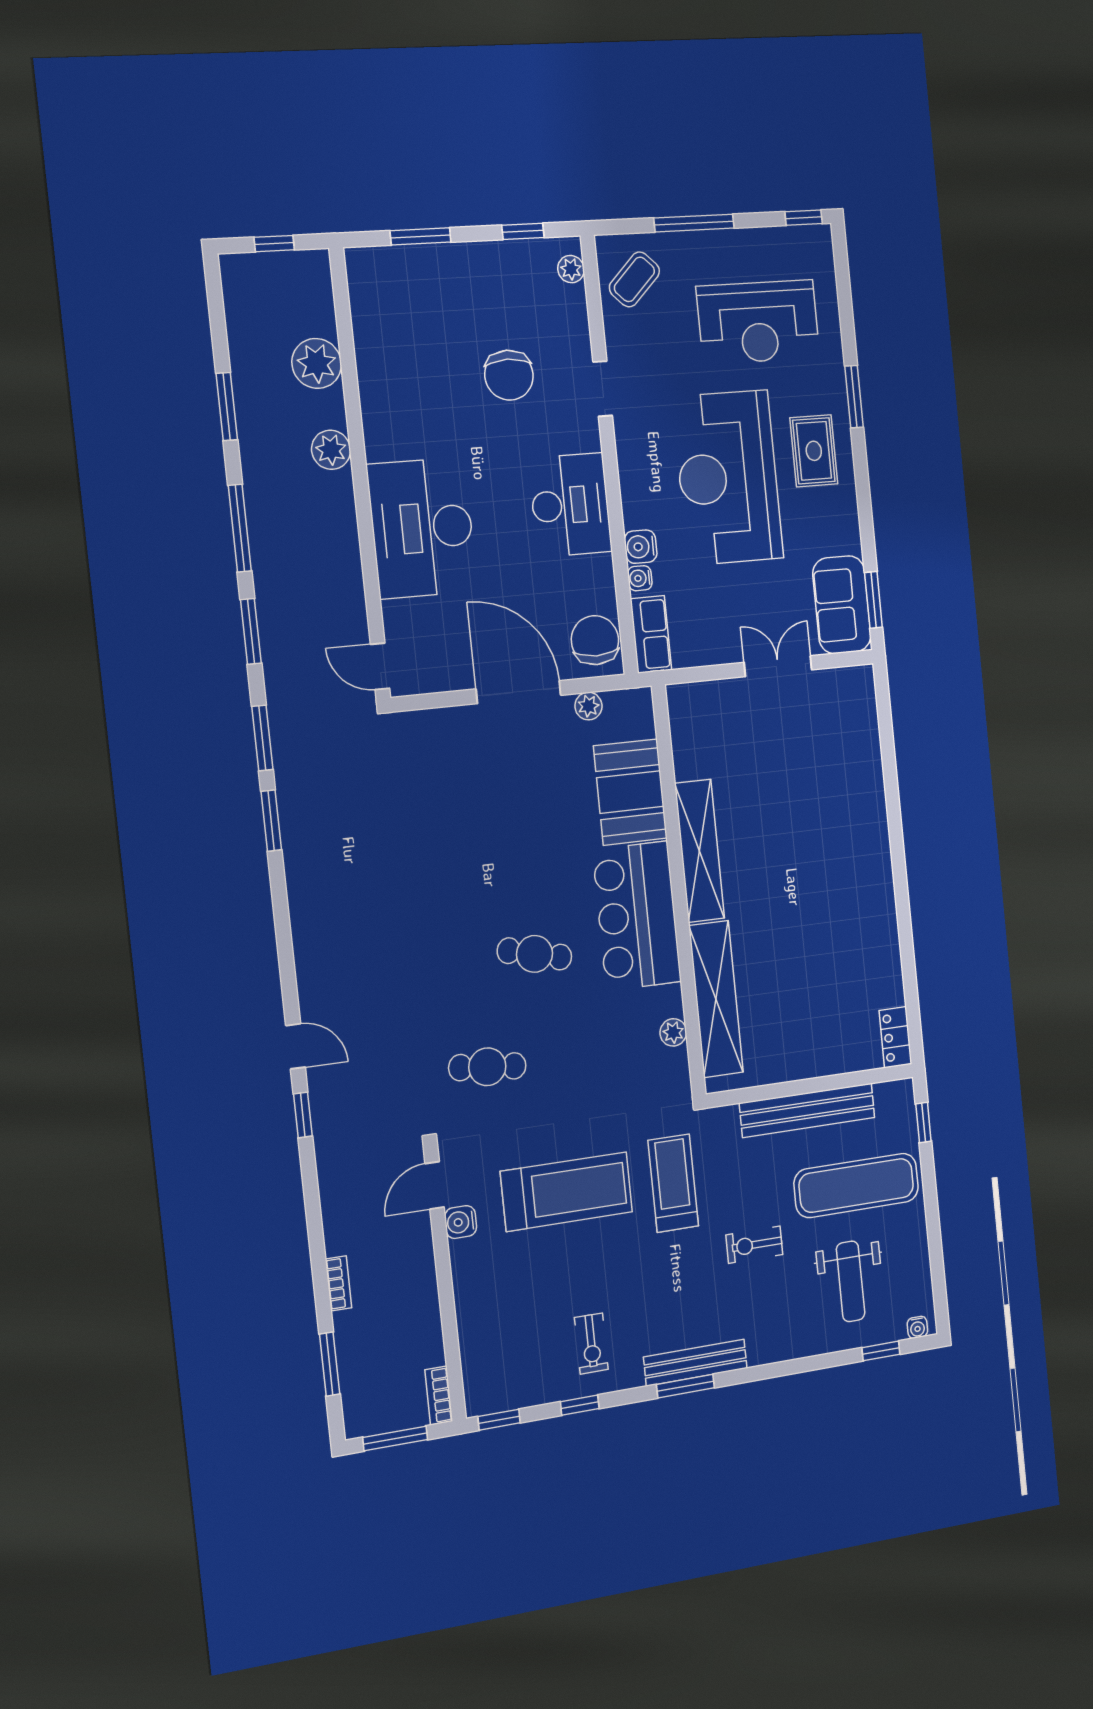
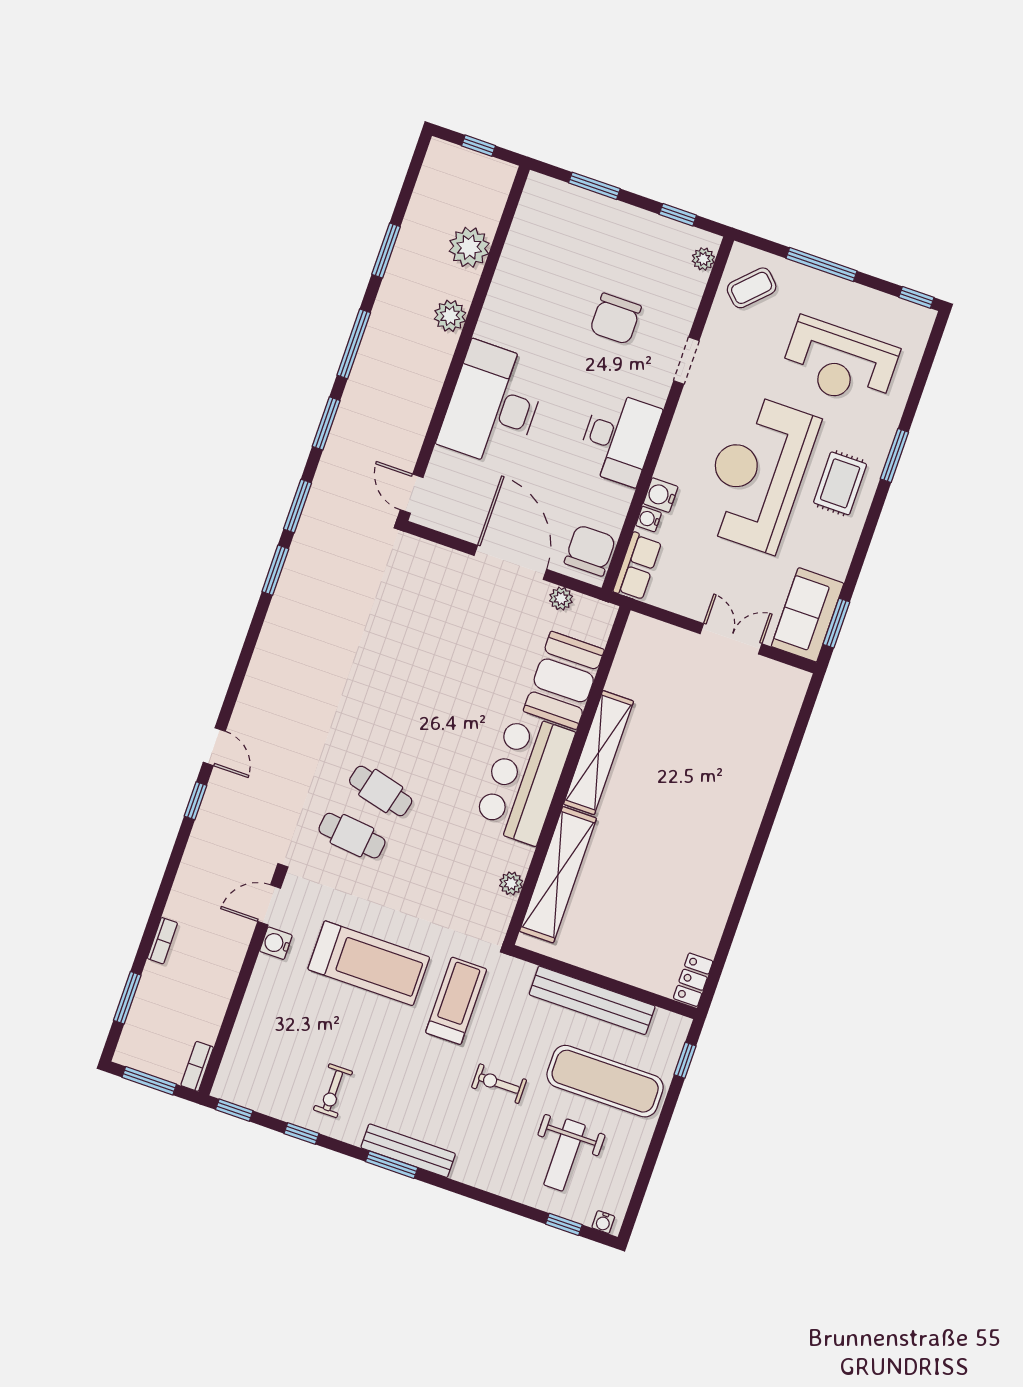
cafe table: (534, 954) -> (381, 791), moved

